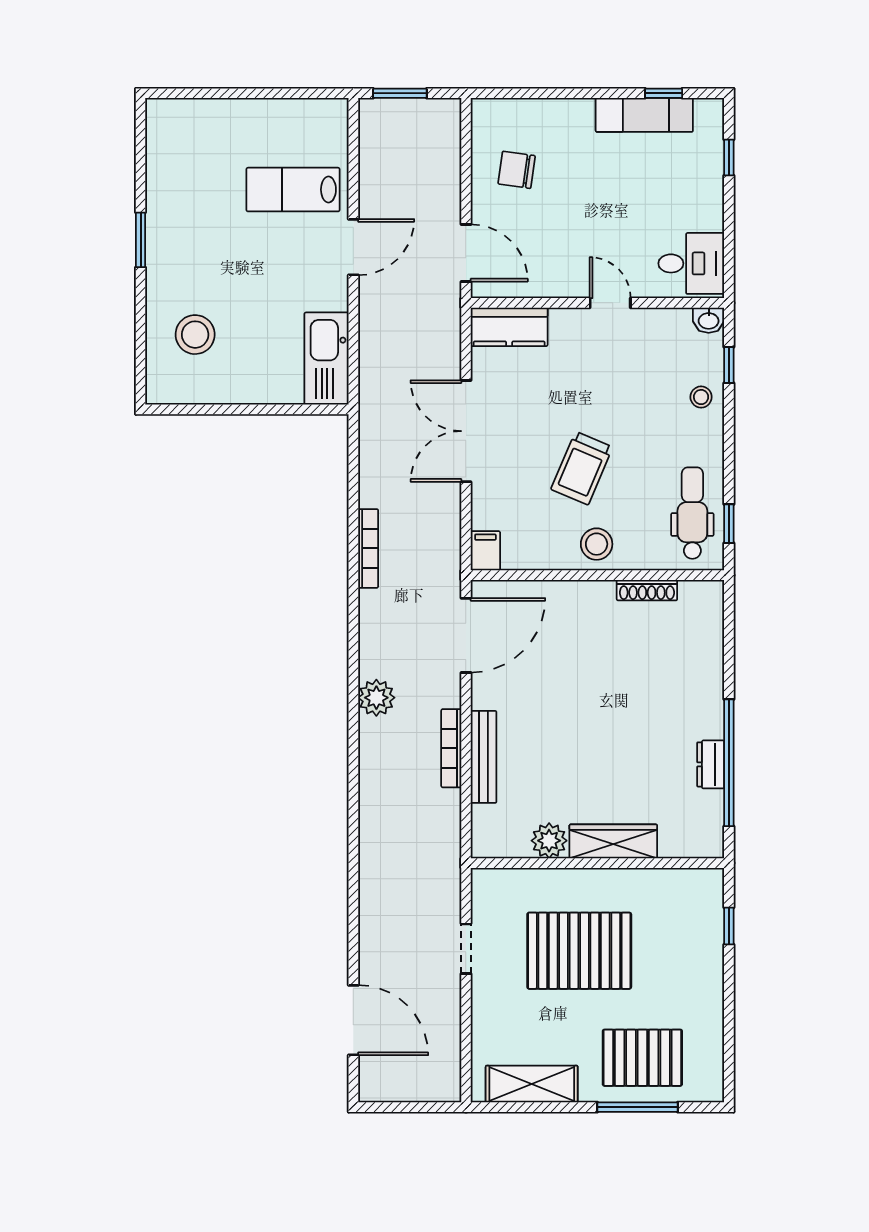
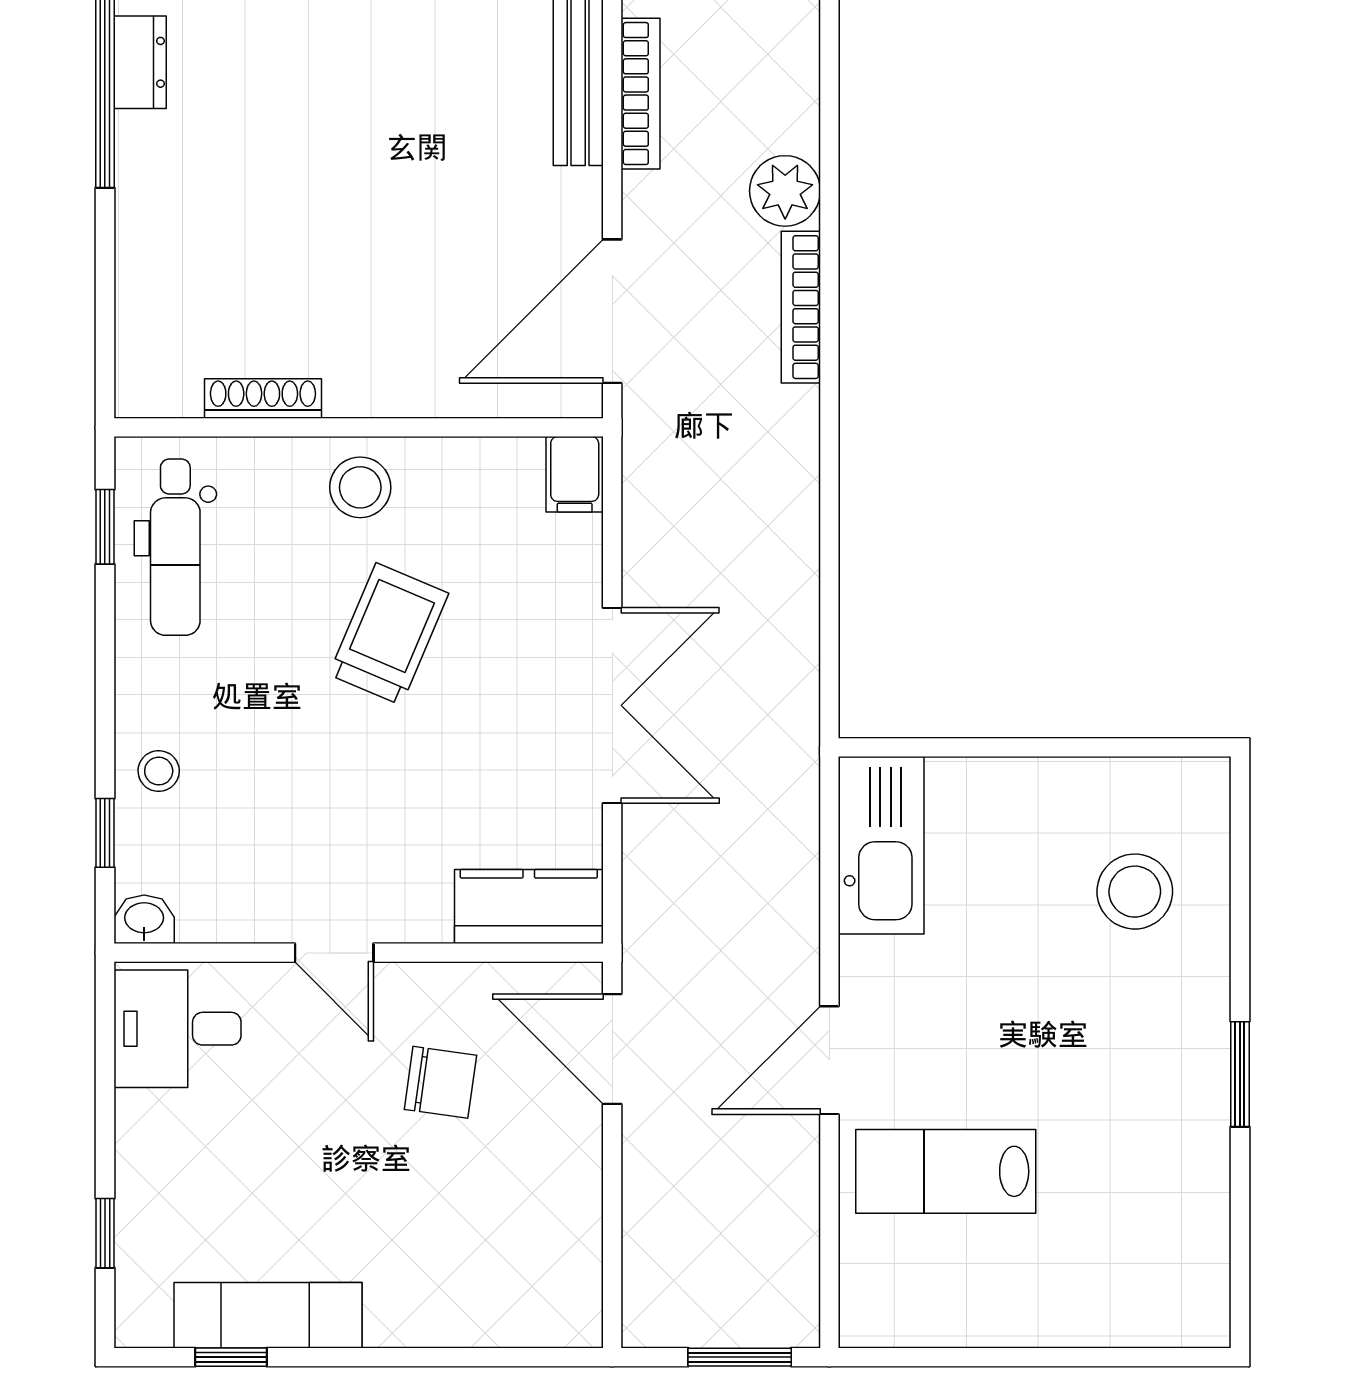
chair: (517, 170) -> (440, 1082), moved
lab bench: (293, 190) -> (946, 1171), turned 180
bookcase: (368, 548) -> (801, 307), moved

